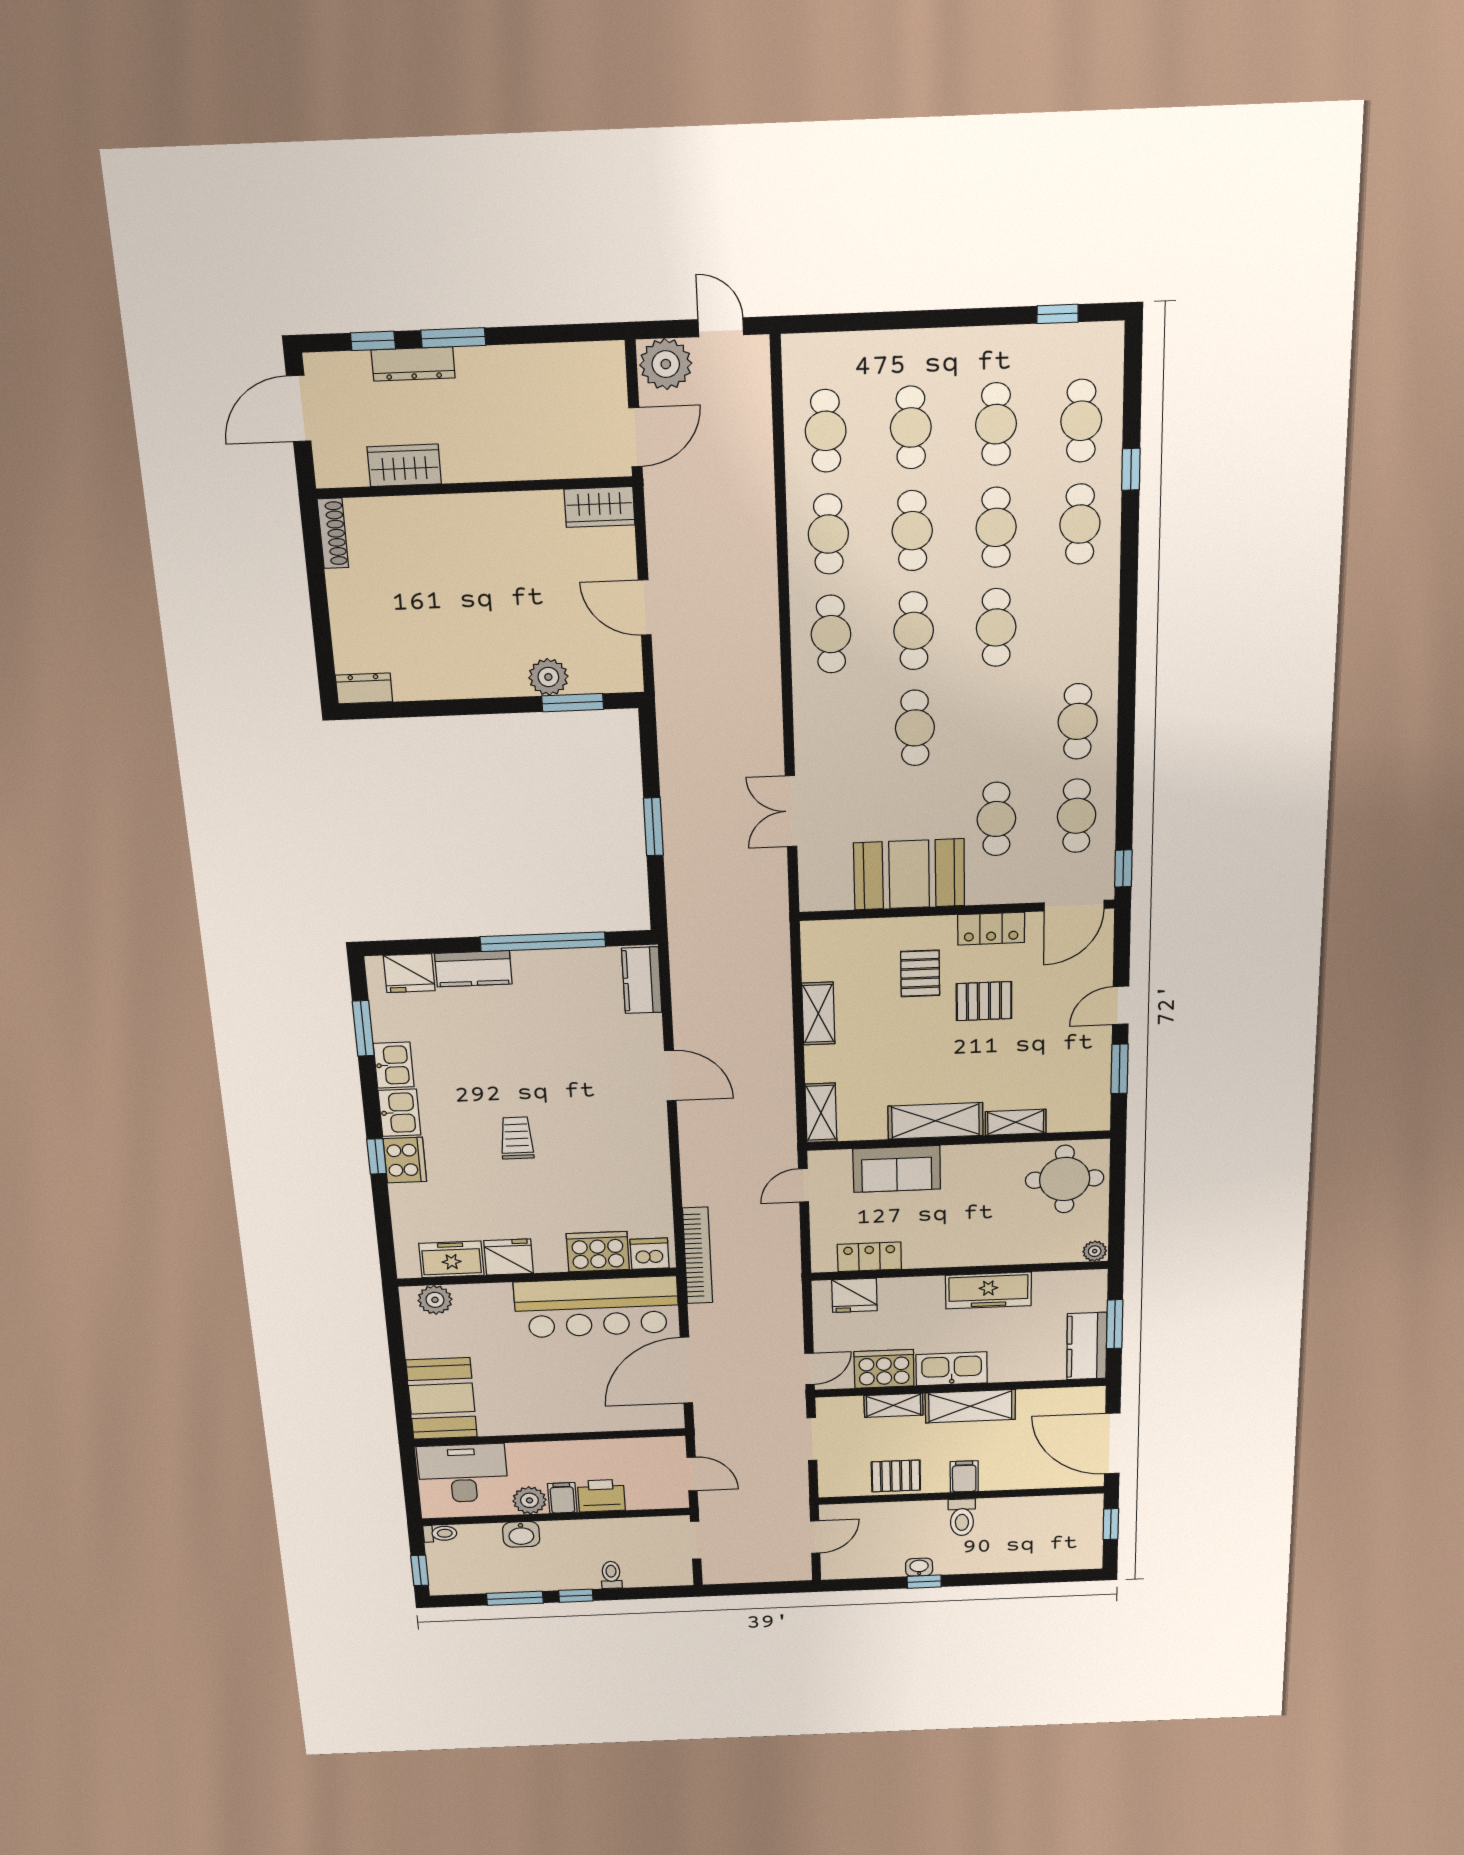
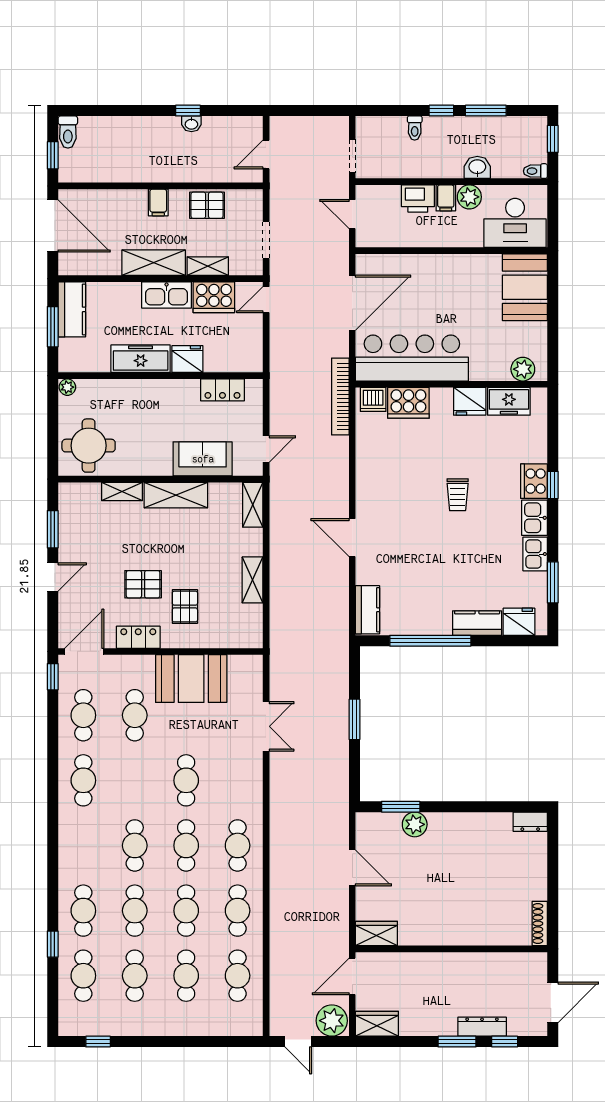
wardrobe: (404, 465) -> (377, 1024), moved, turned 180
fridge: (854, 1295) -> (187, 359), moved
toilet: (962, 1517) -> (68, 132), moved, turned 180

